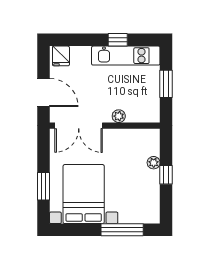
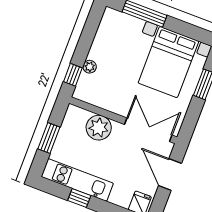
plant: (119, 116) -> (99, 128), width x1.87, depth x1.87
window: (166, 175) -> (73, 75), moved

